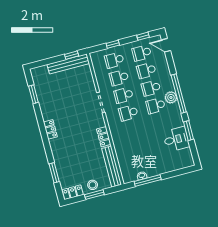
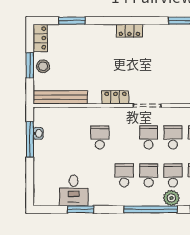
window: (179, 94) -> (151, 209), moved
plant: (171, 97) -> (171, 198), moved
school desk: (128, 113) -> (100, 137), moved
locker: (104, 137) -> (115, 97), moved

